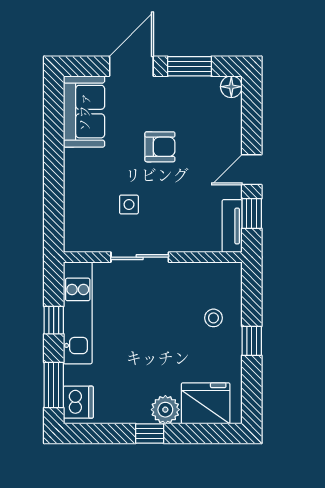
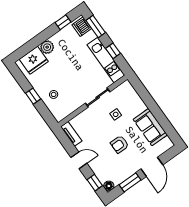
sofa: (84, 112) -> (150, 127), moved
door: (252, 170) -> (79, 160), hinge flipped
window: (252, 213) -> (95, 183), moved
window: (150, 433) -> (63, 22), moved

